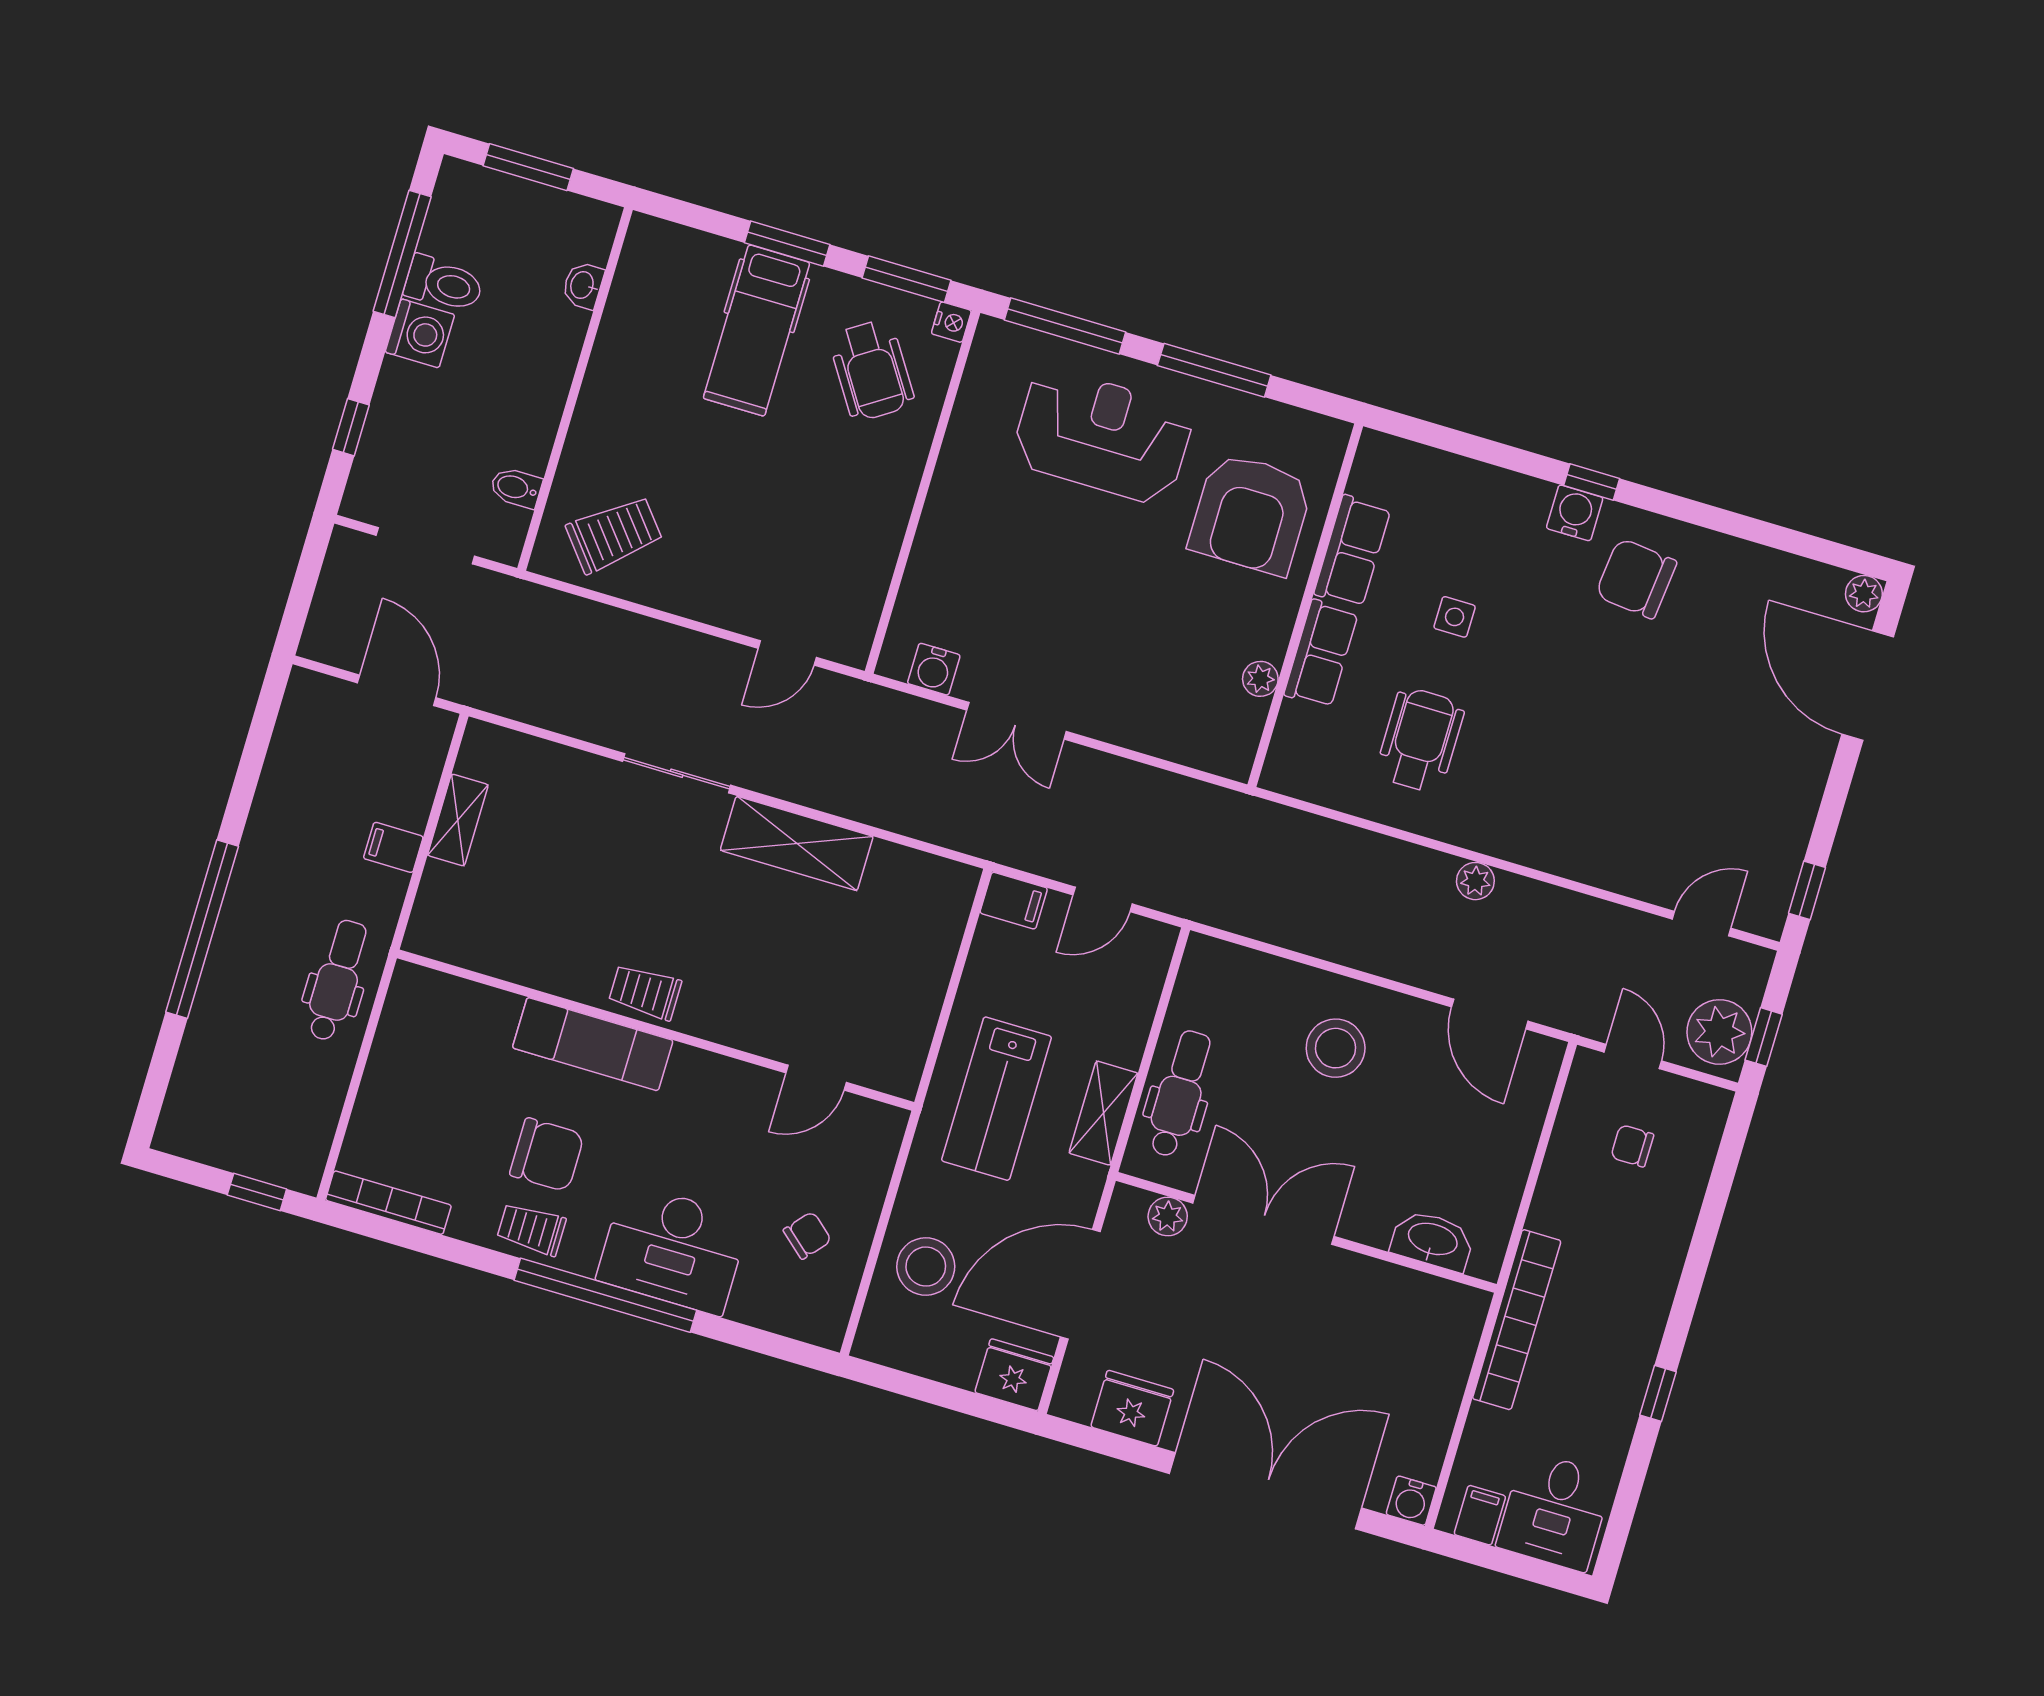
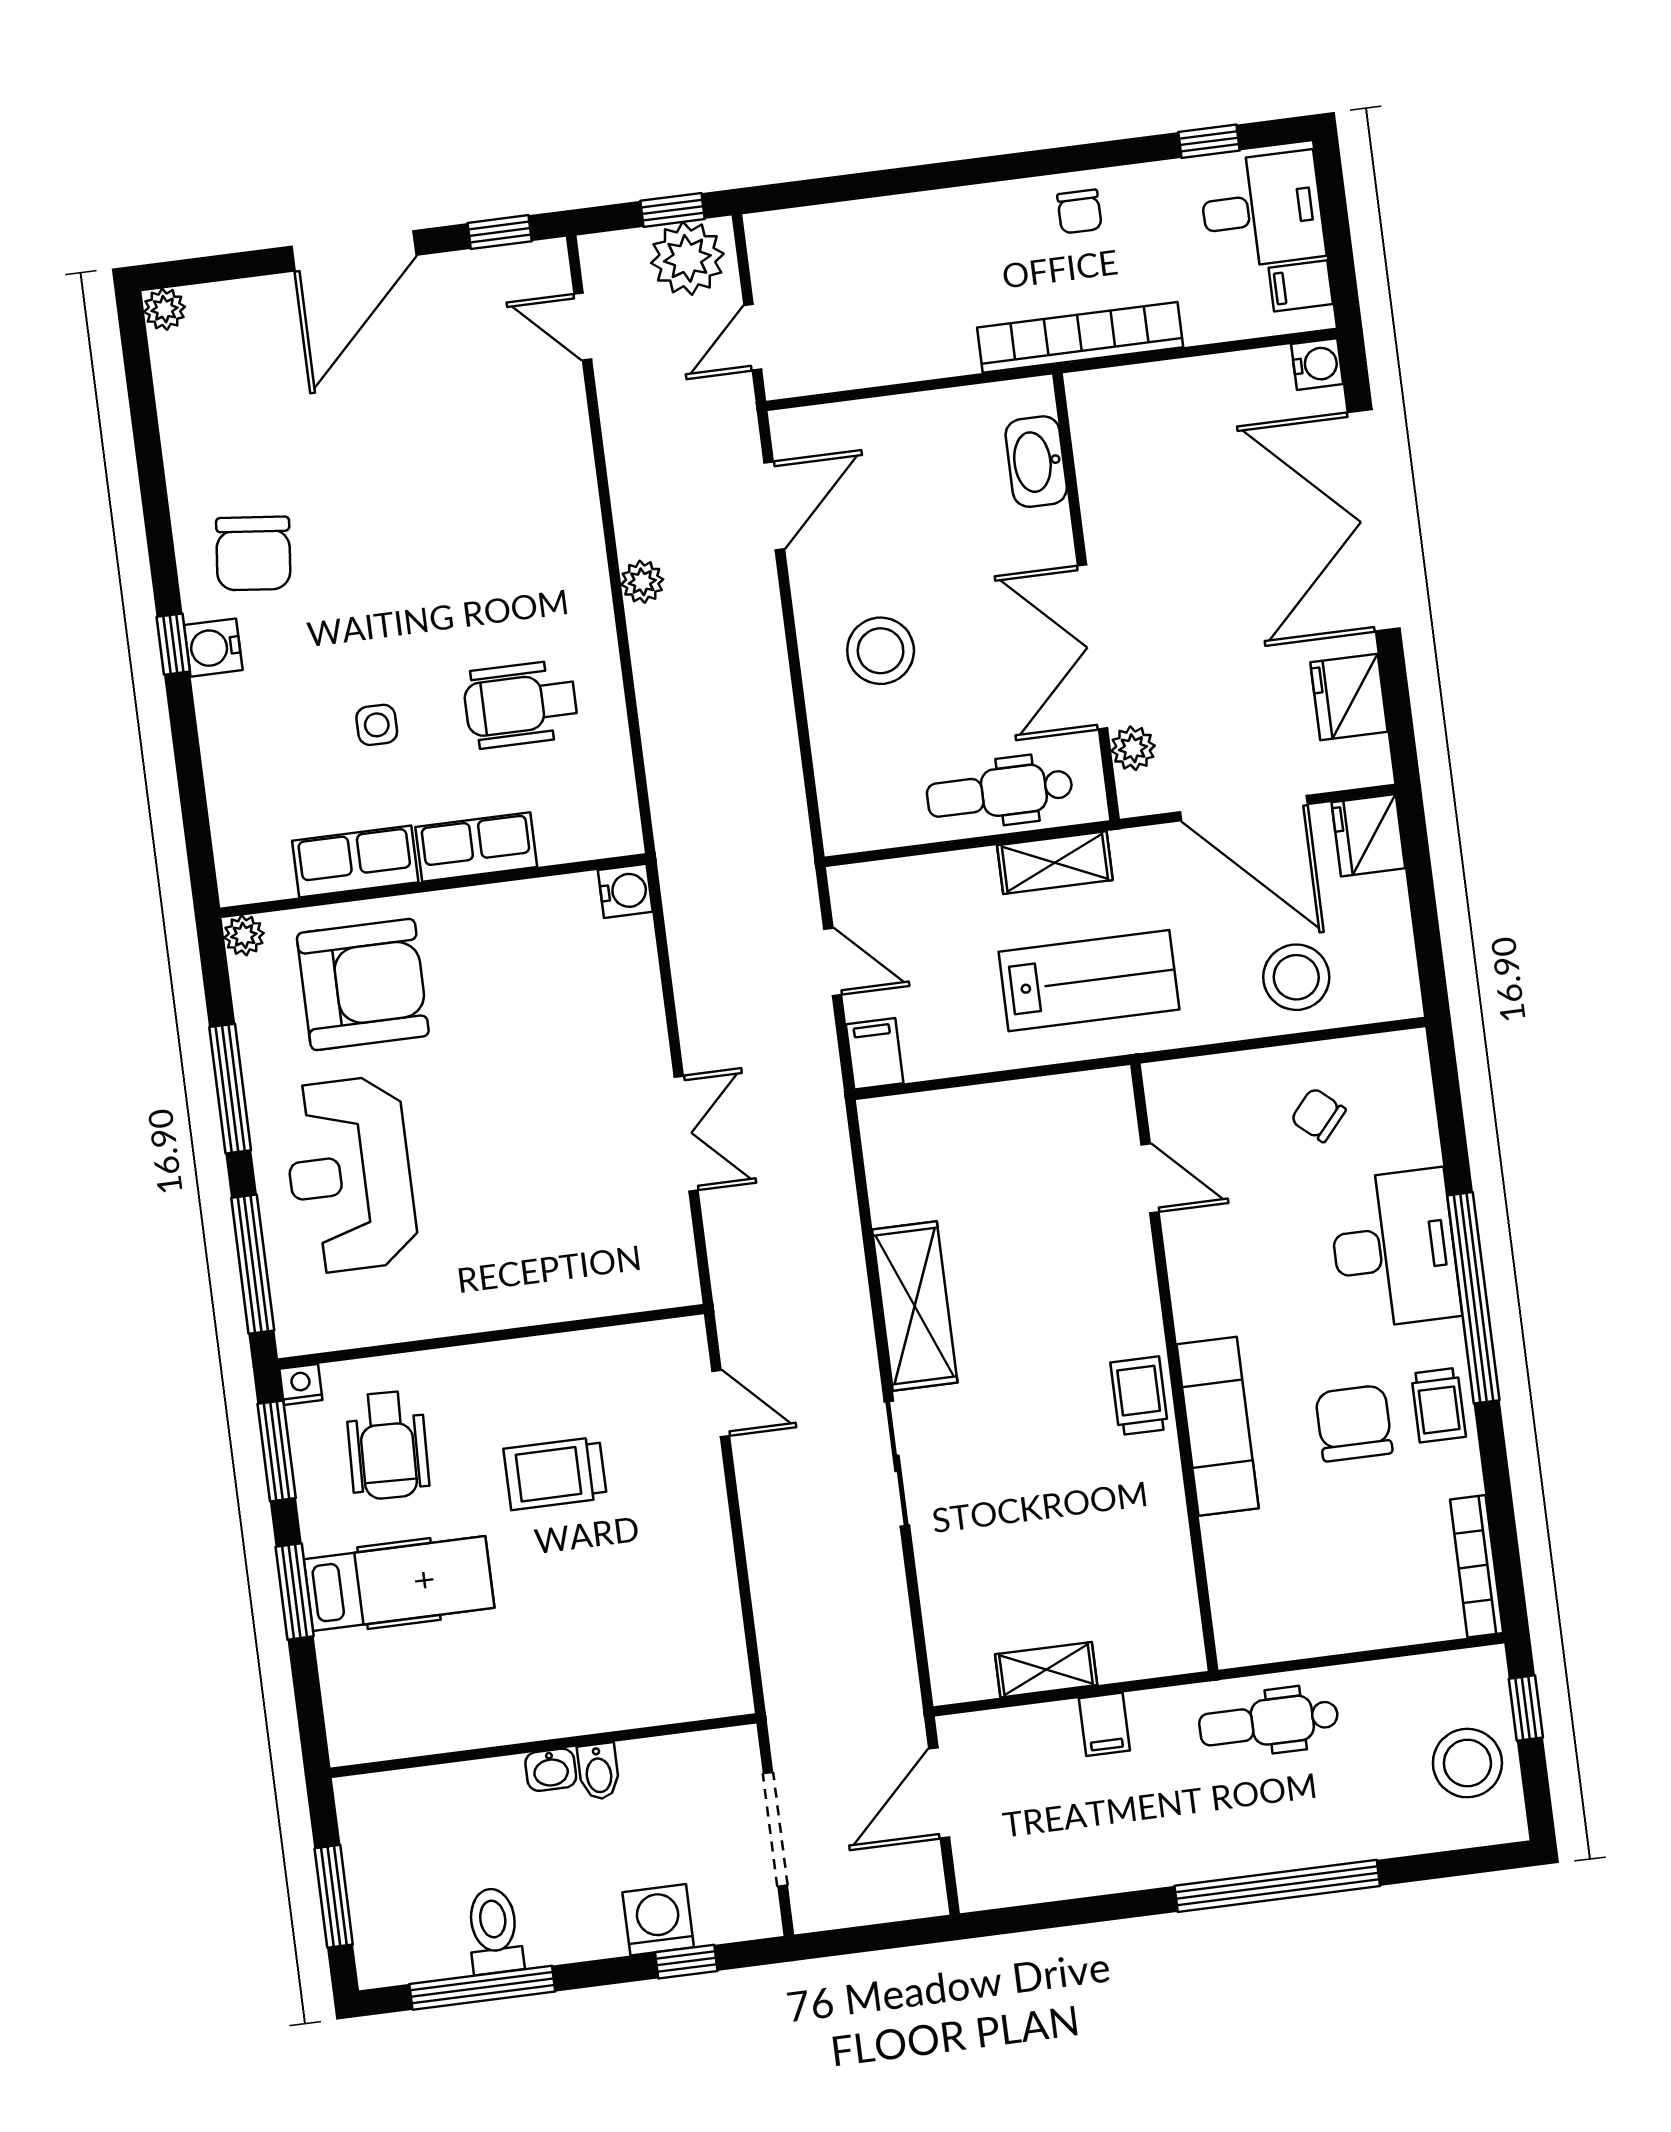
washbasin: (583, 285) -> (551, 1770), moved
washing machine: (420, 333) -> (658, 1920), moved
wheelchair: (872, 370) -> (388, 1445), turned 125
bidet: (516, 488) -> (599, 1771), moved
trolley: (614, 534) -> (555, 1473), moved, turned -51
water cooler: (934, 669) -> (625, 891), moved
plant: (1260, 679) -> (244, 935), moved
door: (1868, 686) -> (354, 251), moved
trolley: (645, 992) -> (1139, 1396), turned 180
stool: (233, 1126) -> (1467, 1763), added
chair: (1632, 1146) -> (1079, 211), moved
window: (1658, 1393) -> (1209, 141), moved

